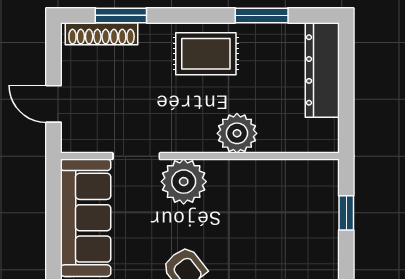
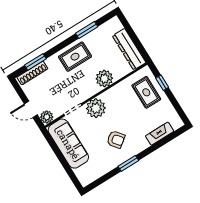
dresser: (322, 70) -> (129, 49), moved
plant: (76, 138) -> (47, 117), added
rug: (303, 212) -> (146, 92), added

